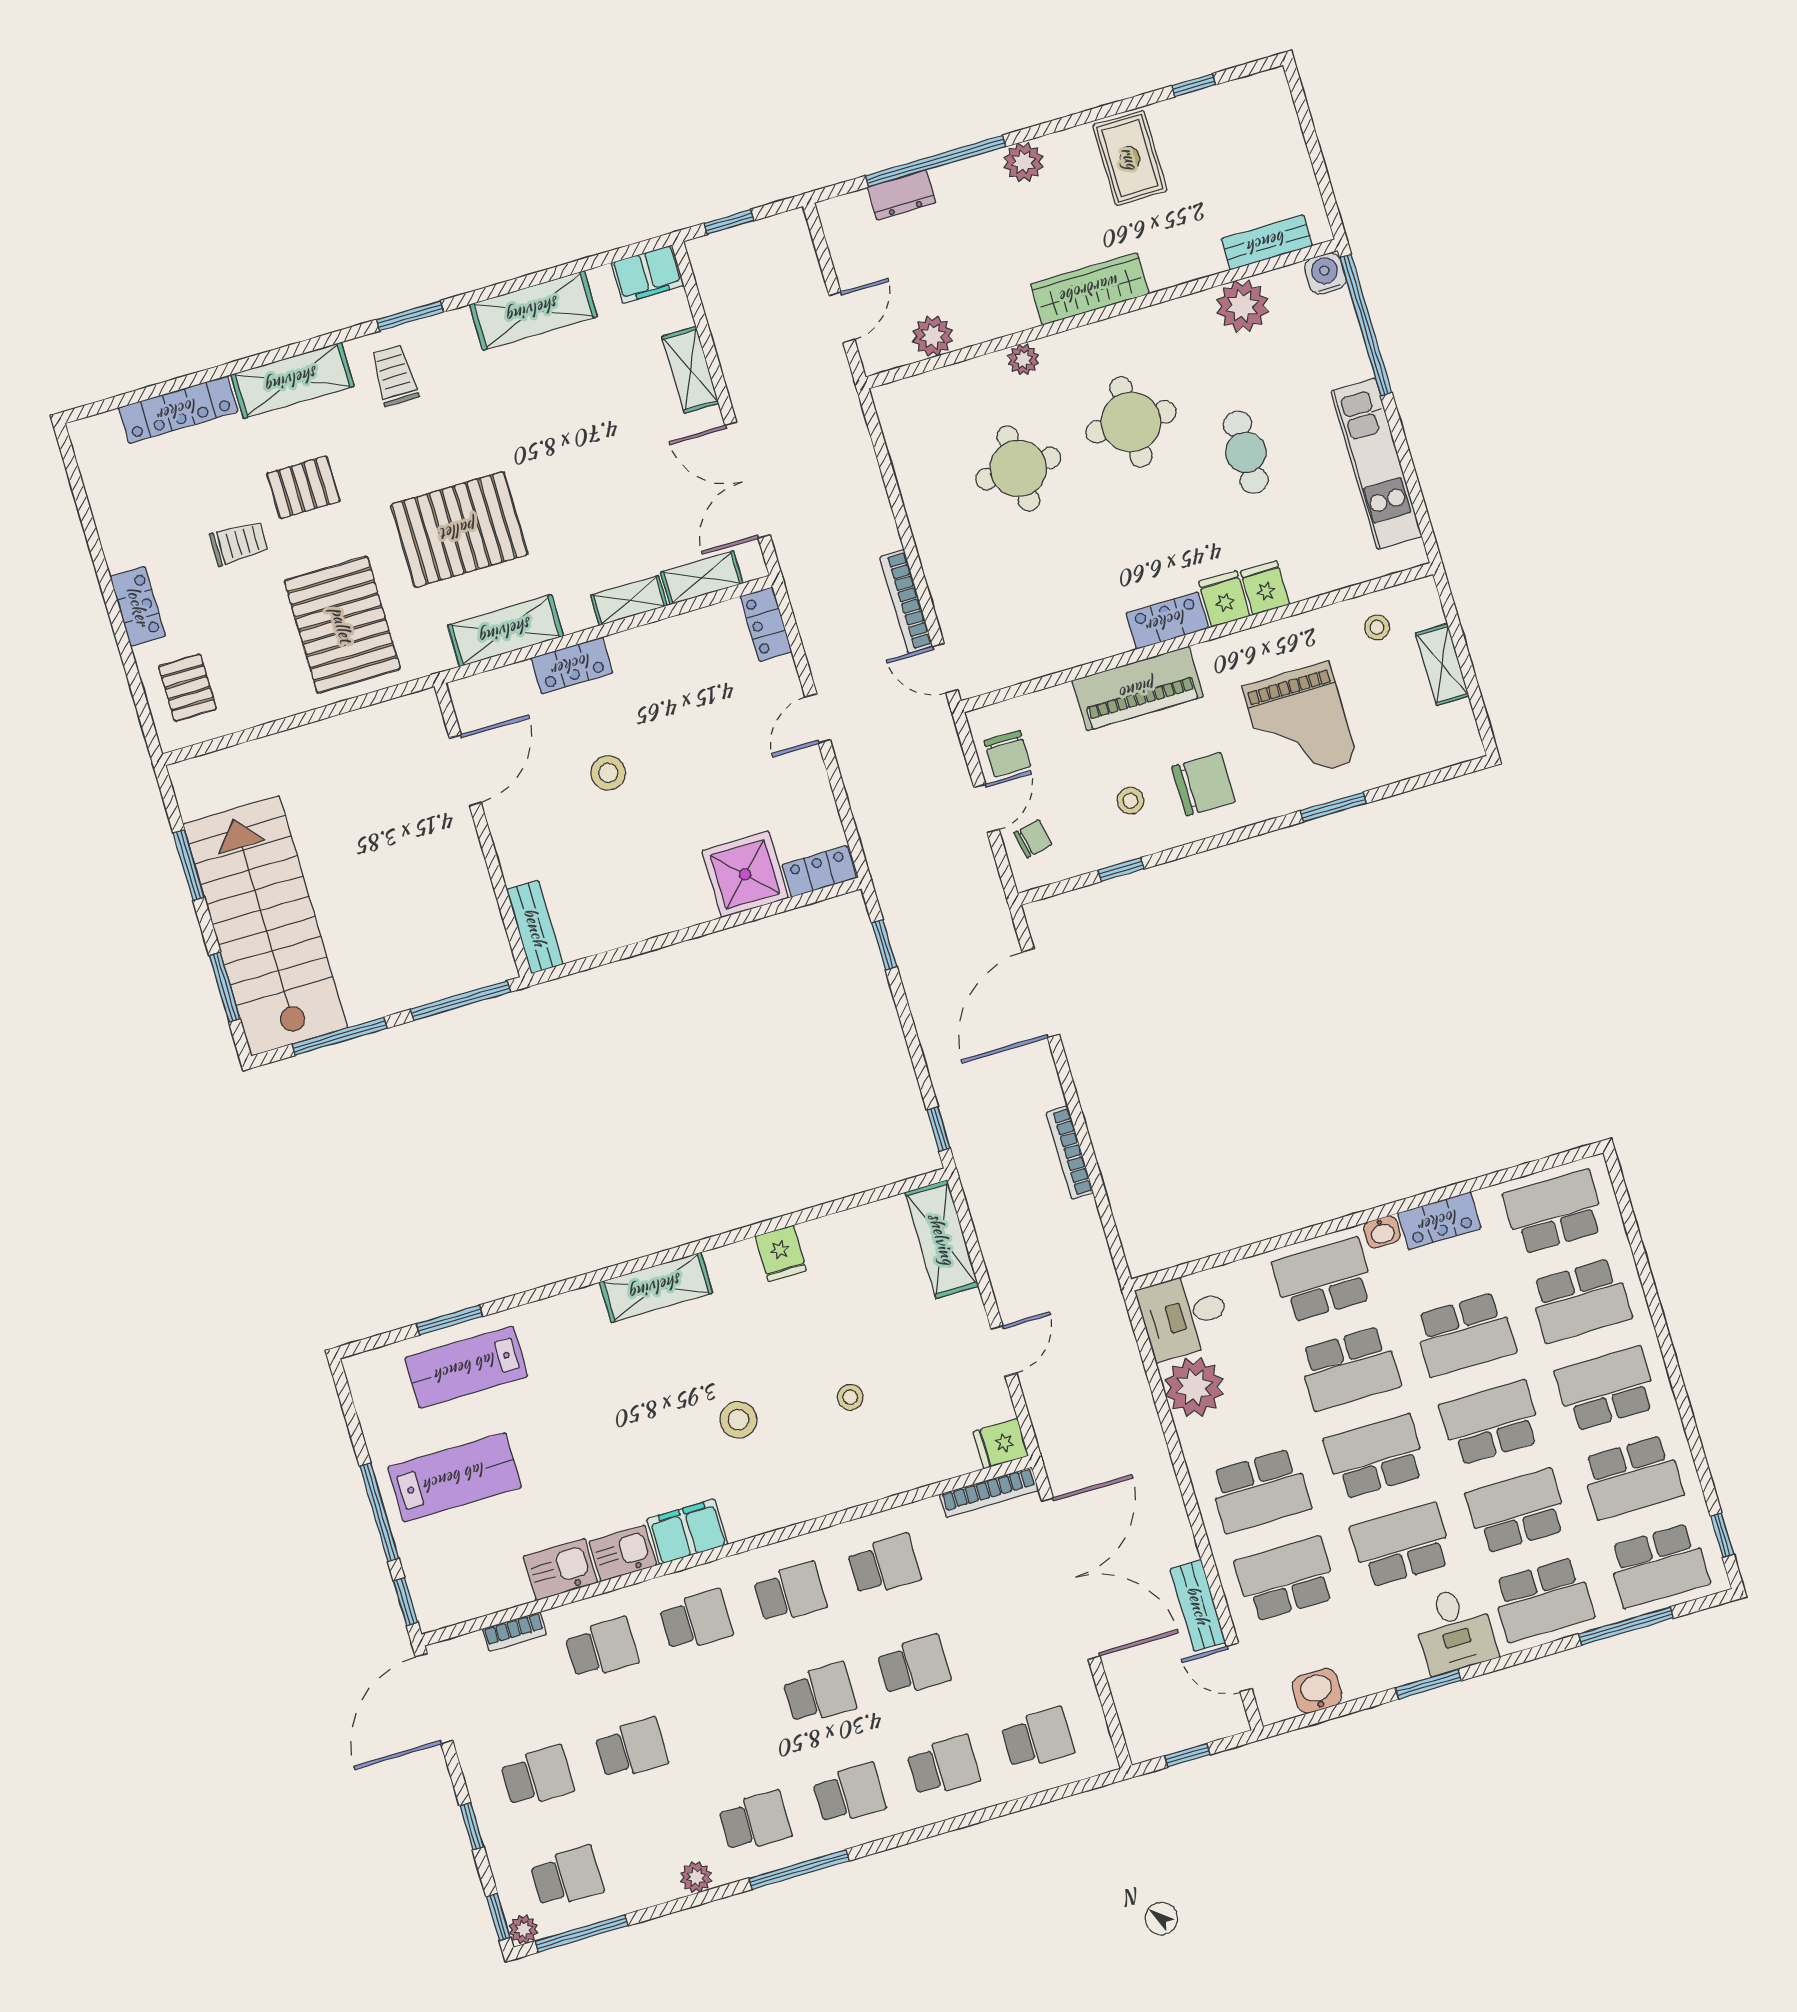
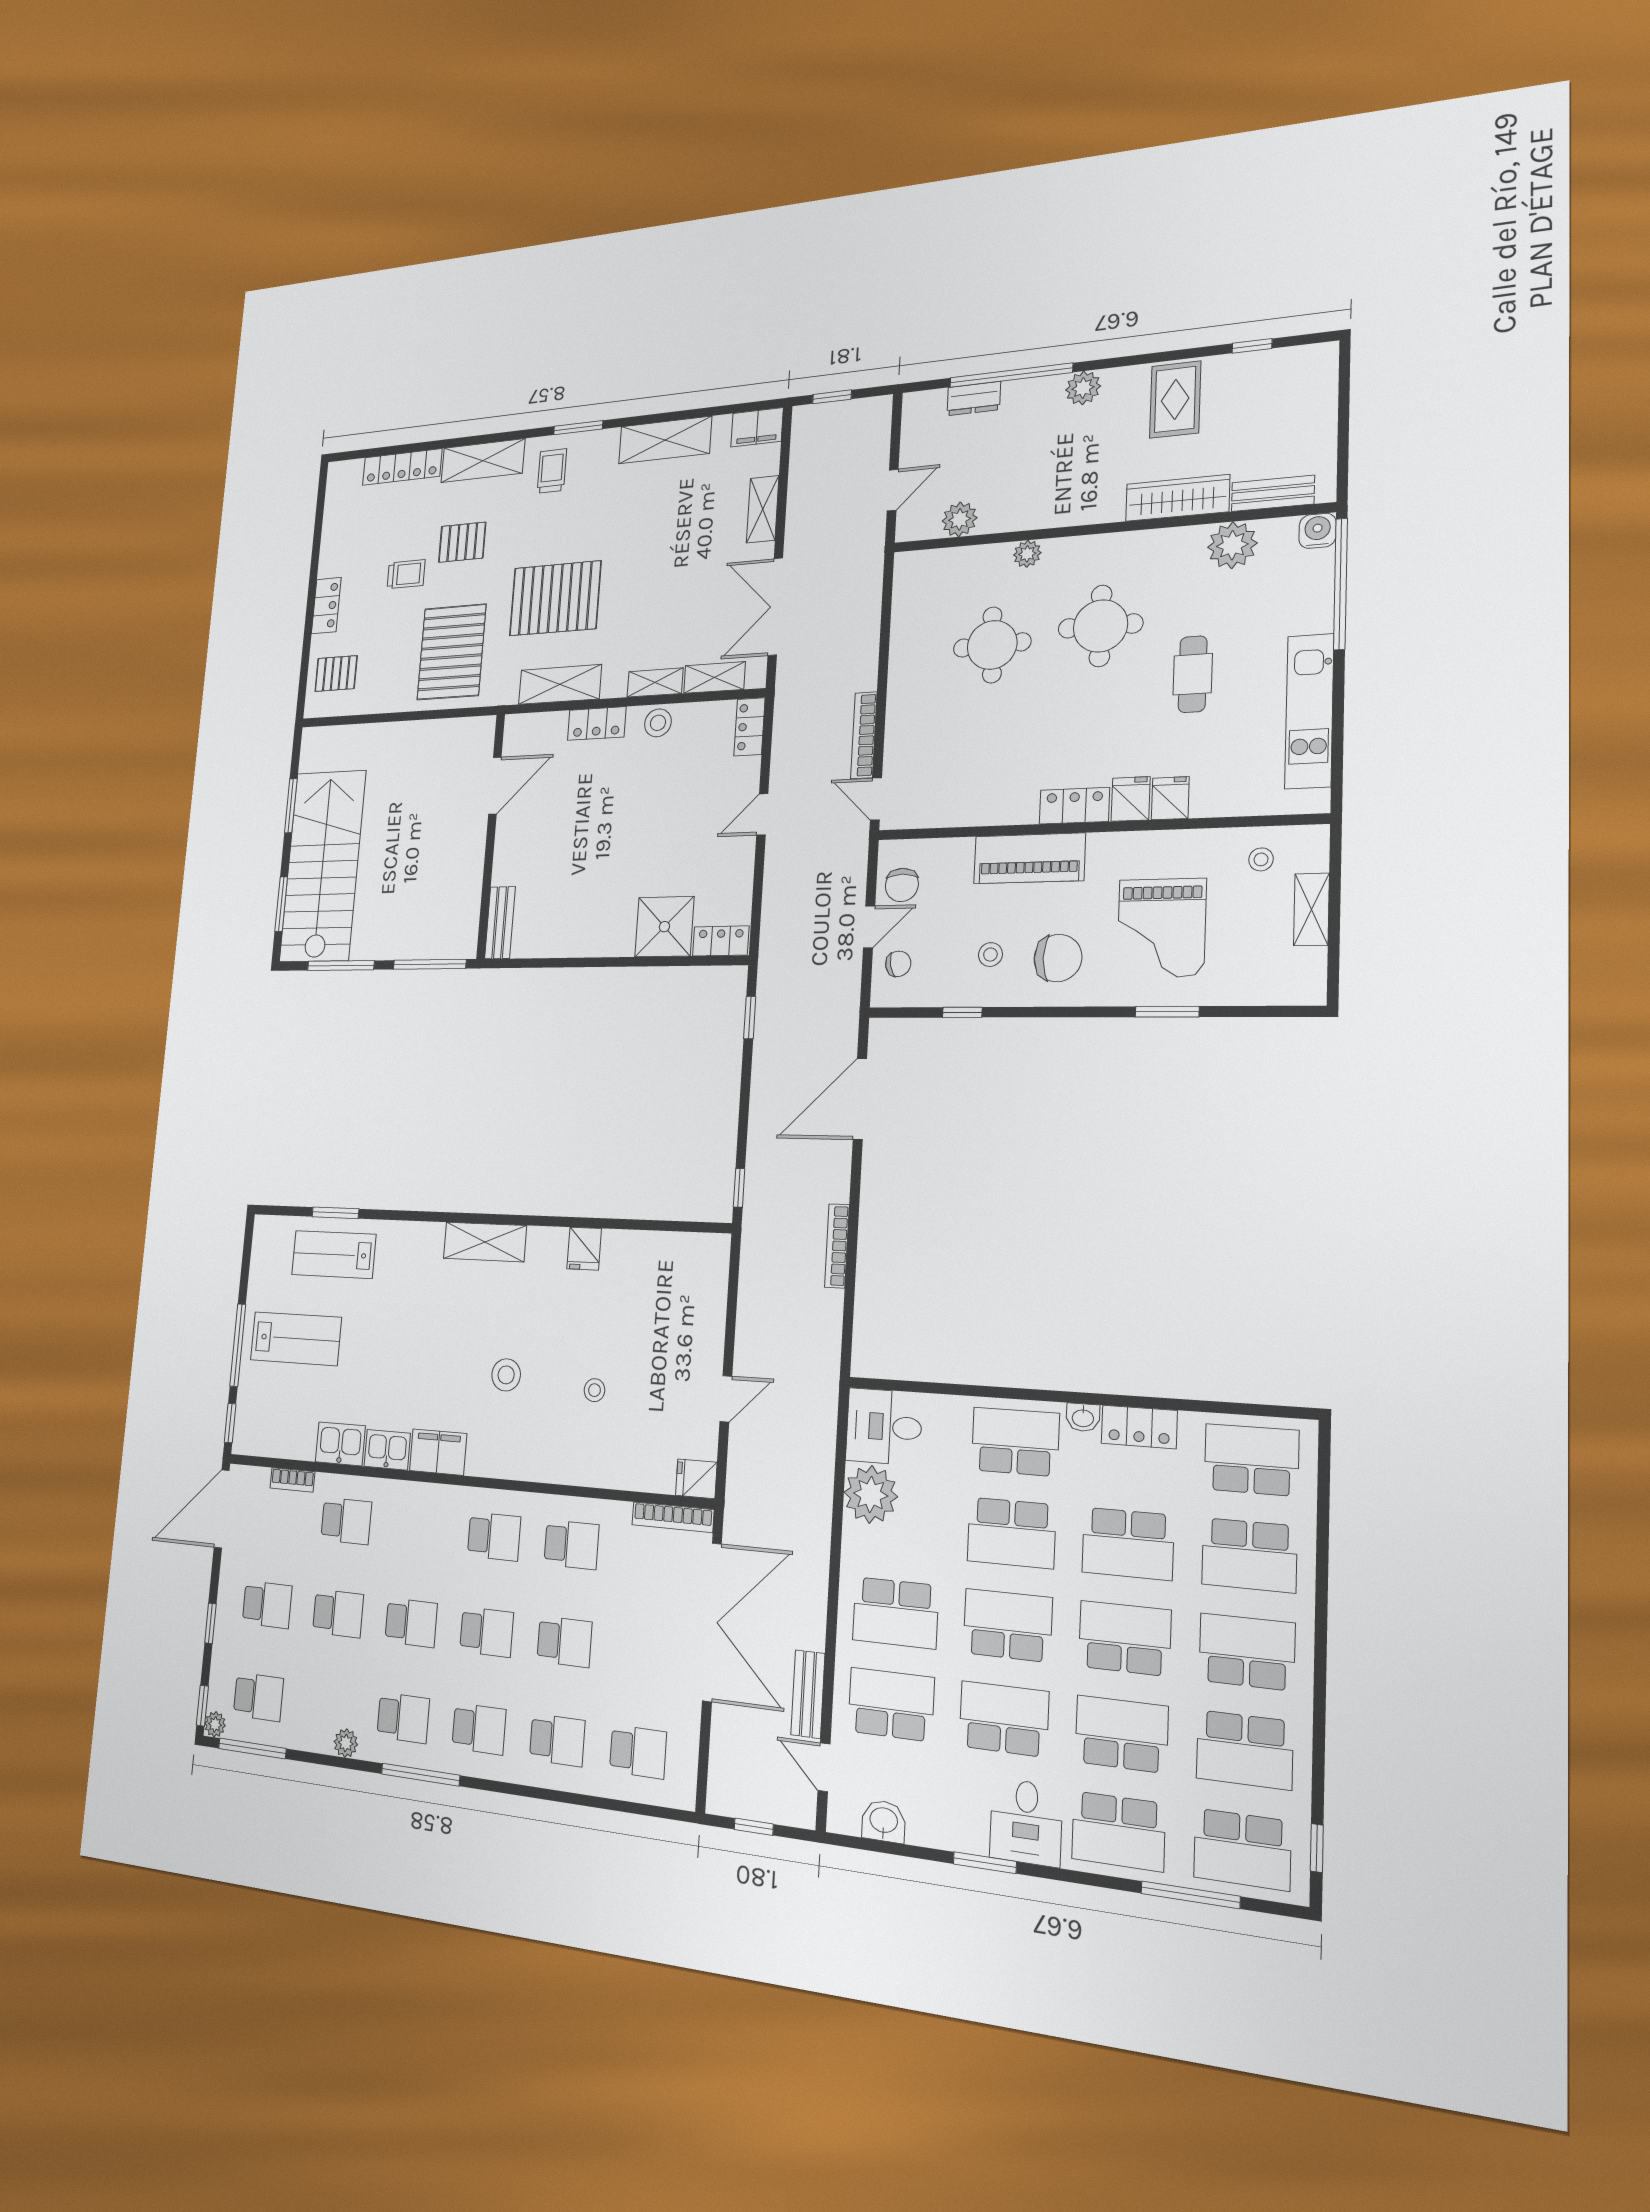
wardrobe: (1090, 289) -> (1177, 498), moved
pallet: (187, 688) -> (336, 674), turned 90
stool: (608, 773) -> (658, 723), moved
shelving: (942, 1239) -> (710, 1283), removed
school desk: (696, 1621) -> (411, 1623), moved

